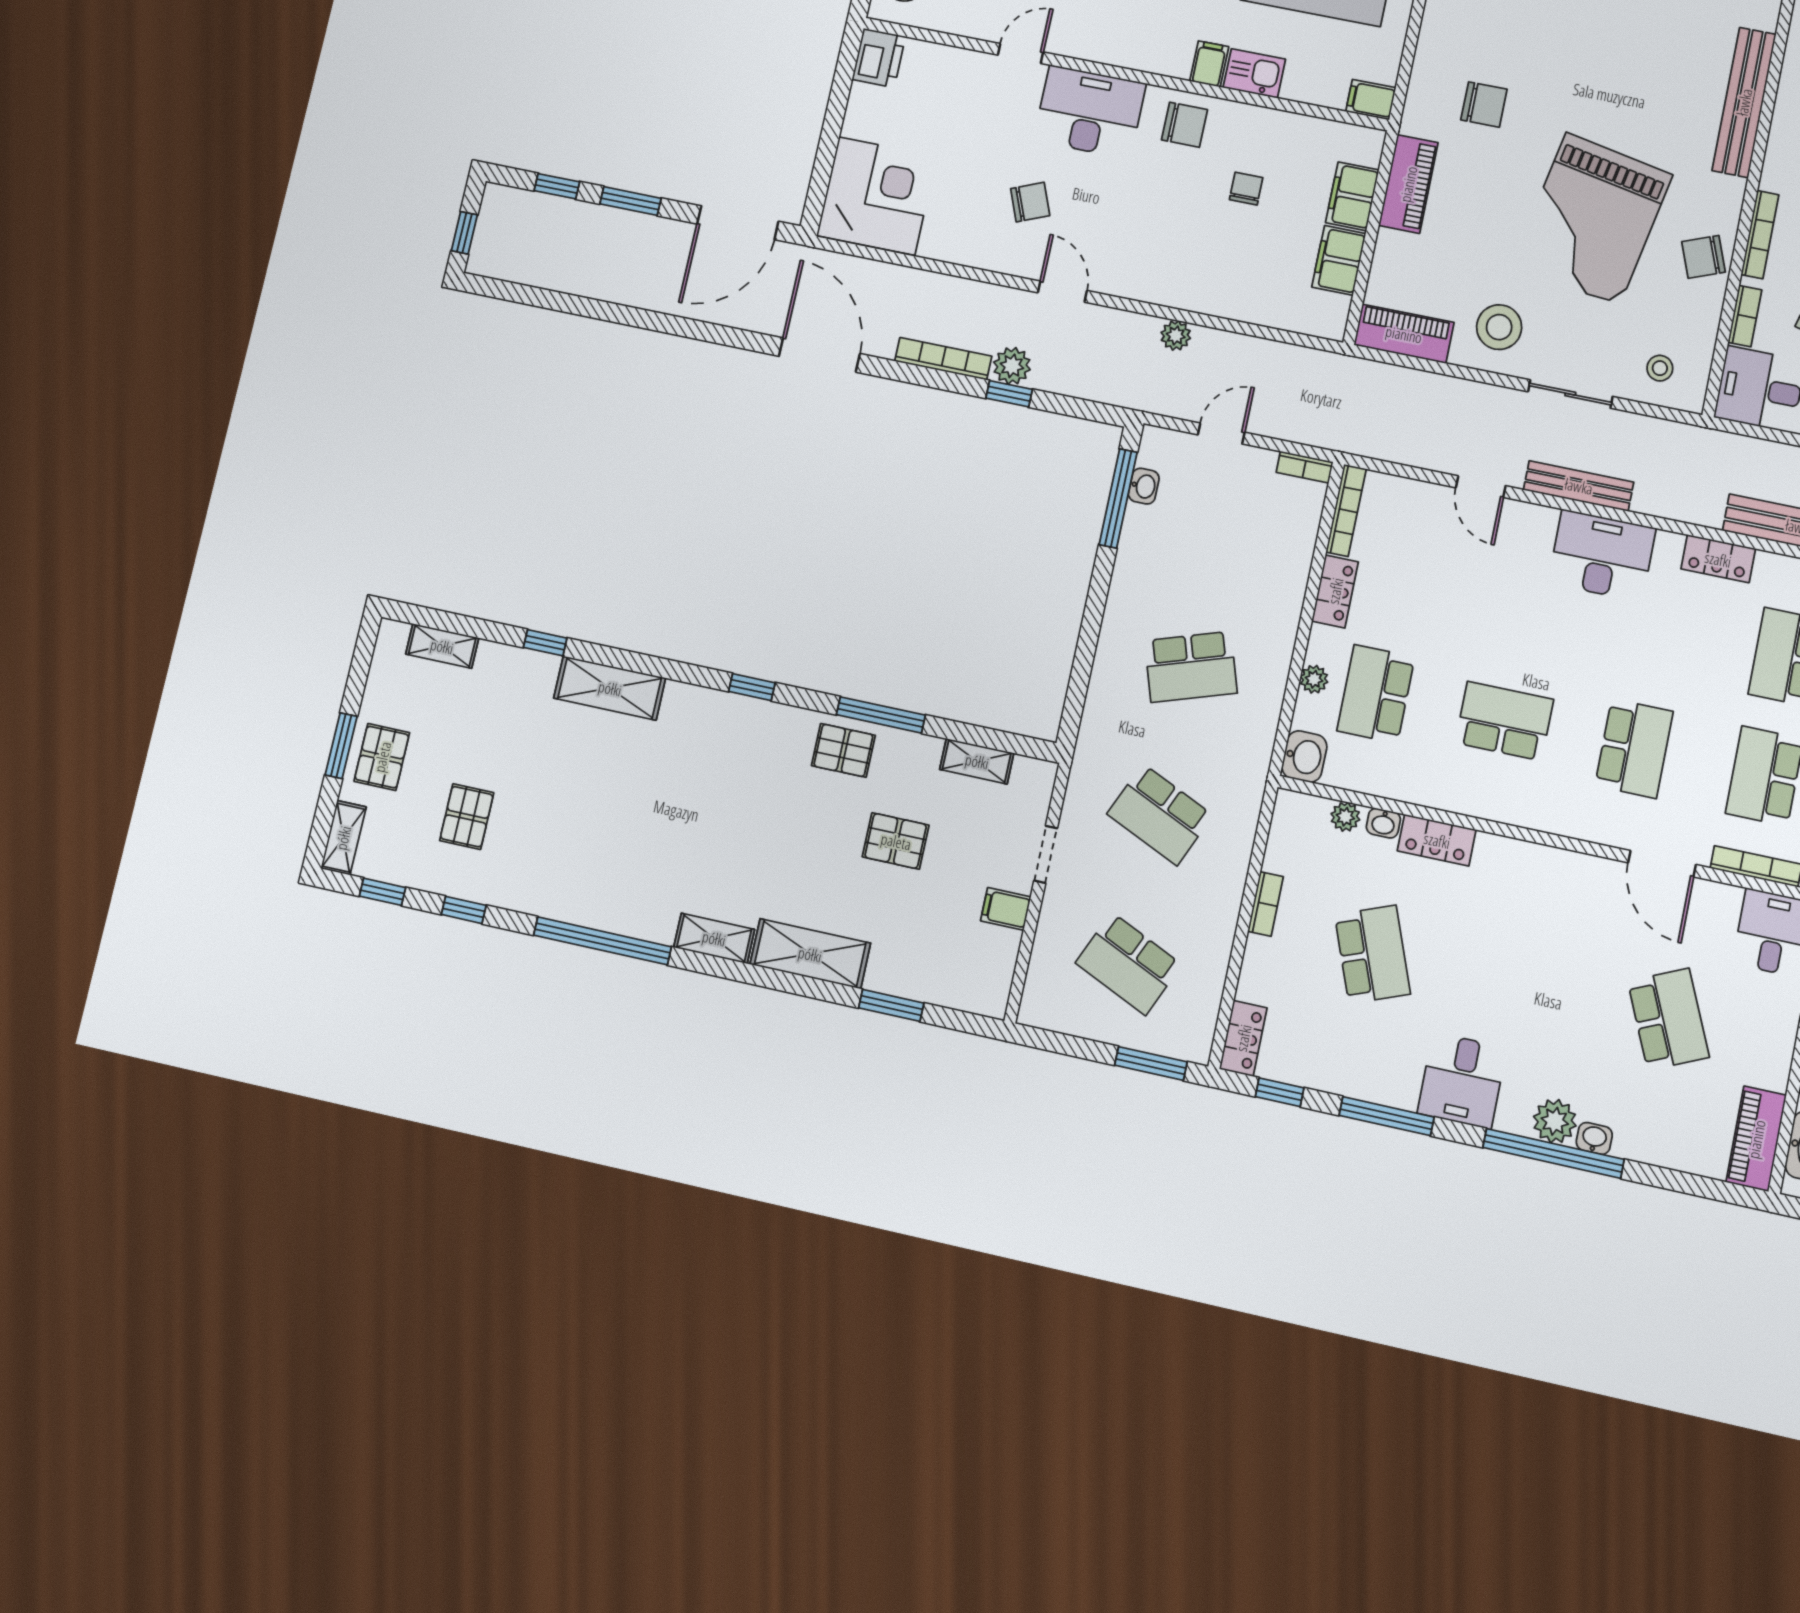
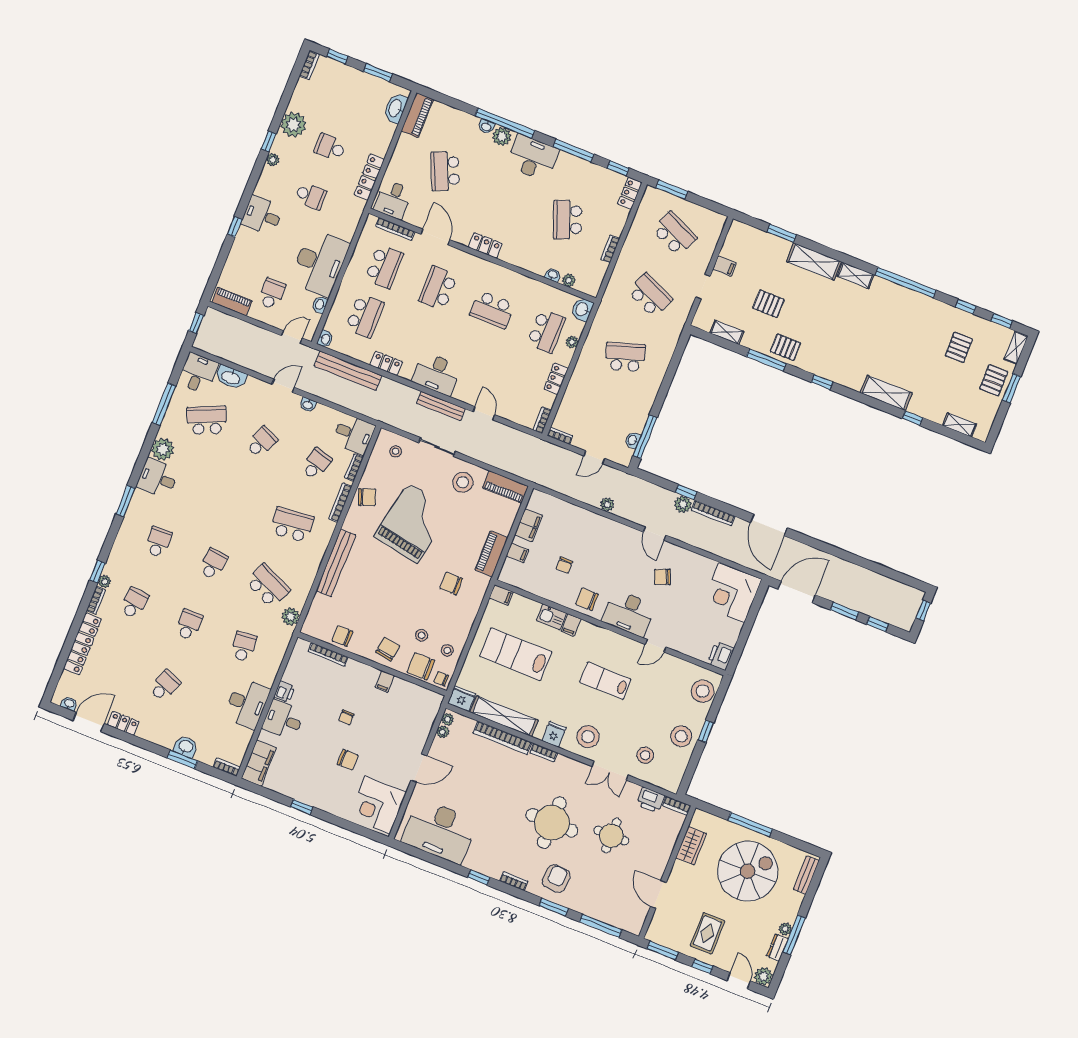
filing cabinet: (1352, 196) -> (517, 553), width x0.50
bookcase: (1346, 510) -> (542, 420), width x0.64
locker: (1437, 840) -> (485, 245), moved
desk: (1462, 1081) -> (533, 158), width x1.37

